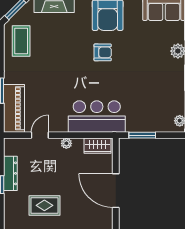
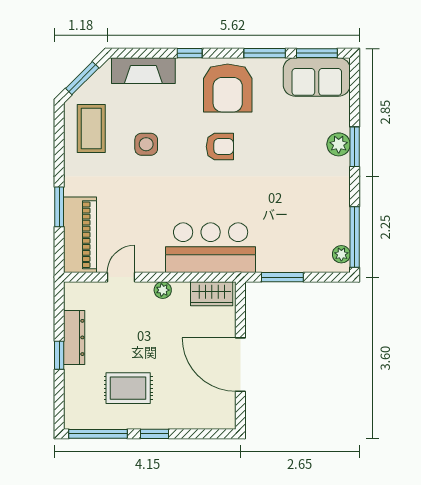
side table: (56, 51) -> (146, 144), added

